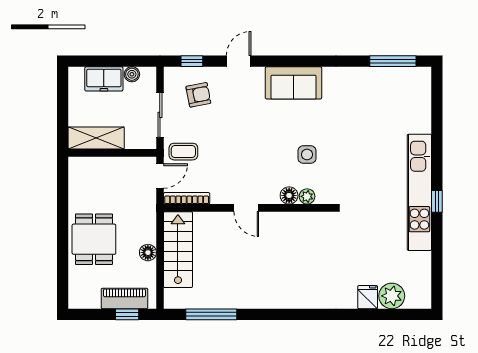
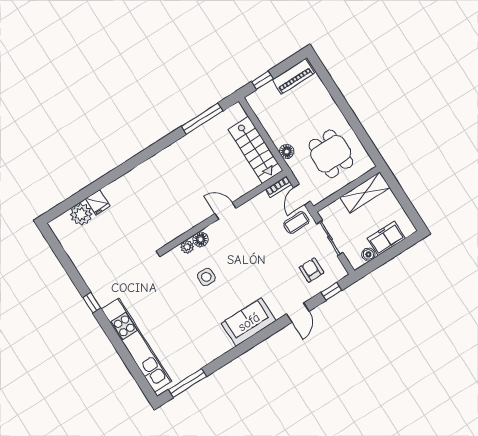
armchair: (198, 95) -> (311, 270), turned 101
kitchen unit: (419, 192) -> (136, 345), moved
bookcase: (187, 198) -> (279, 187), width x0.64
dining table: (94, 239) -> (331, 154), moved
floor lamp: (148, 253) -> (287, 152), moved
piano: (124, 298) -> (293, 77), moved

